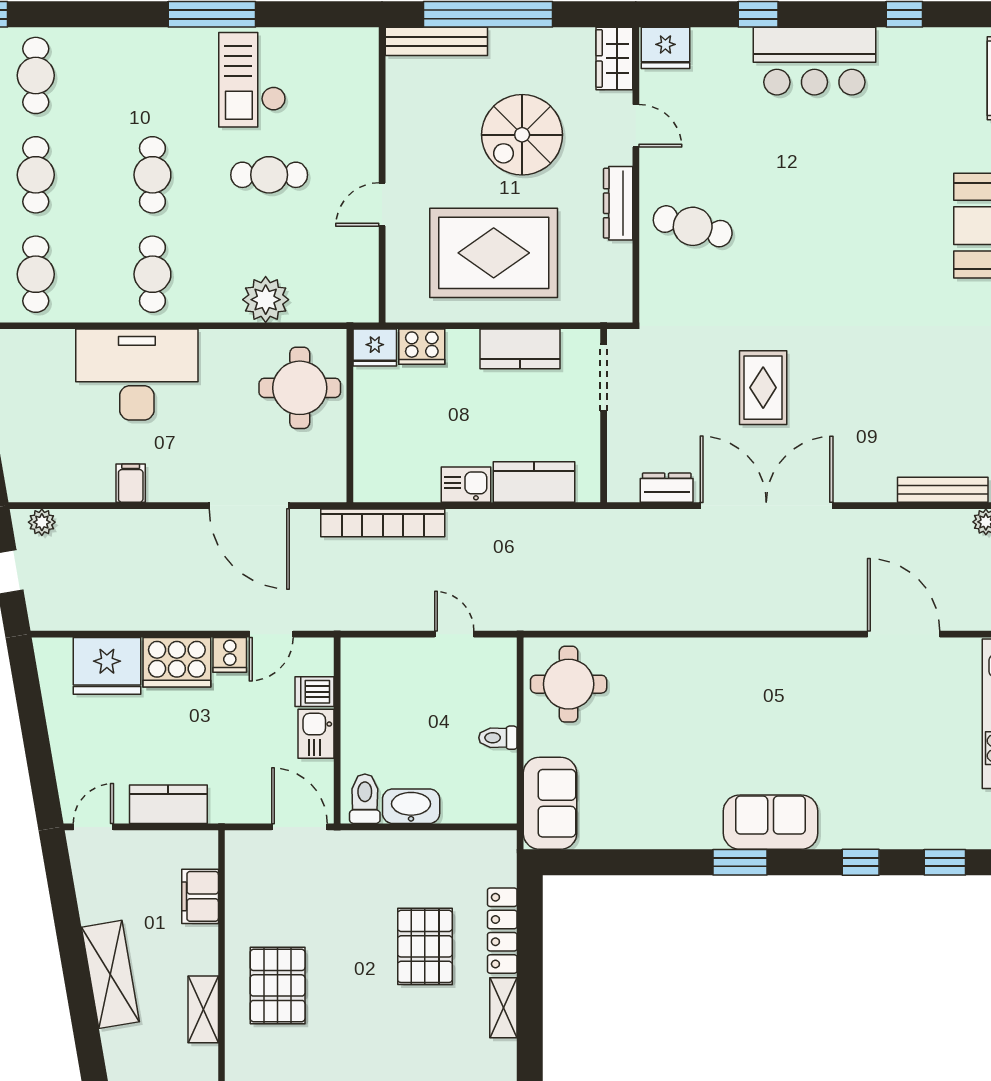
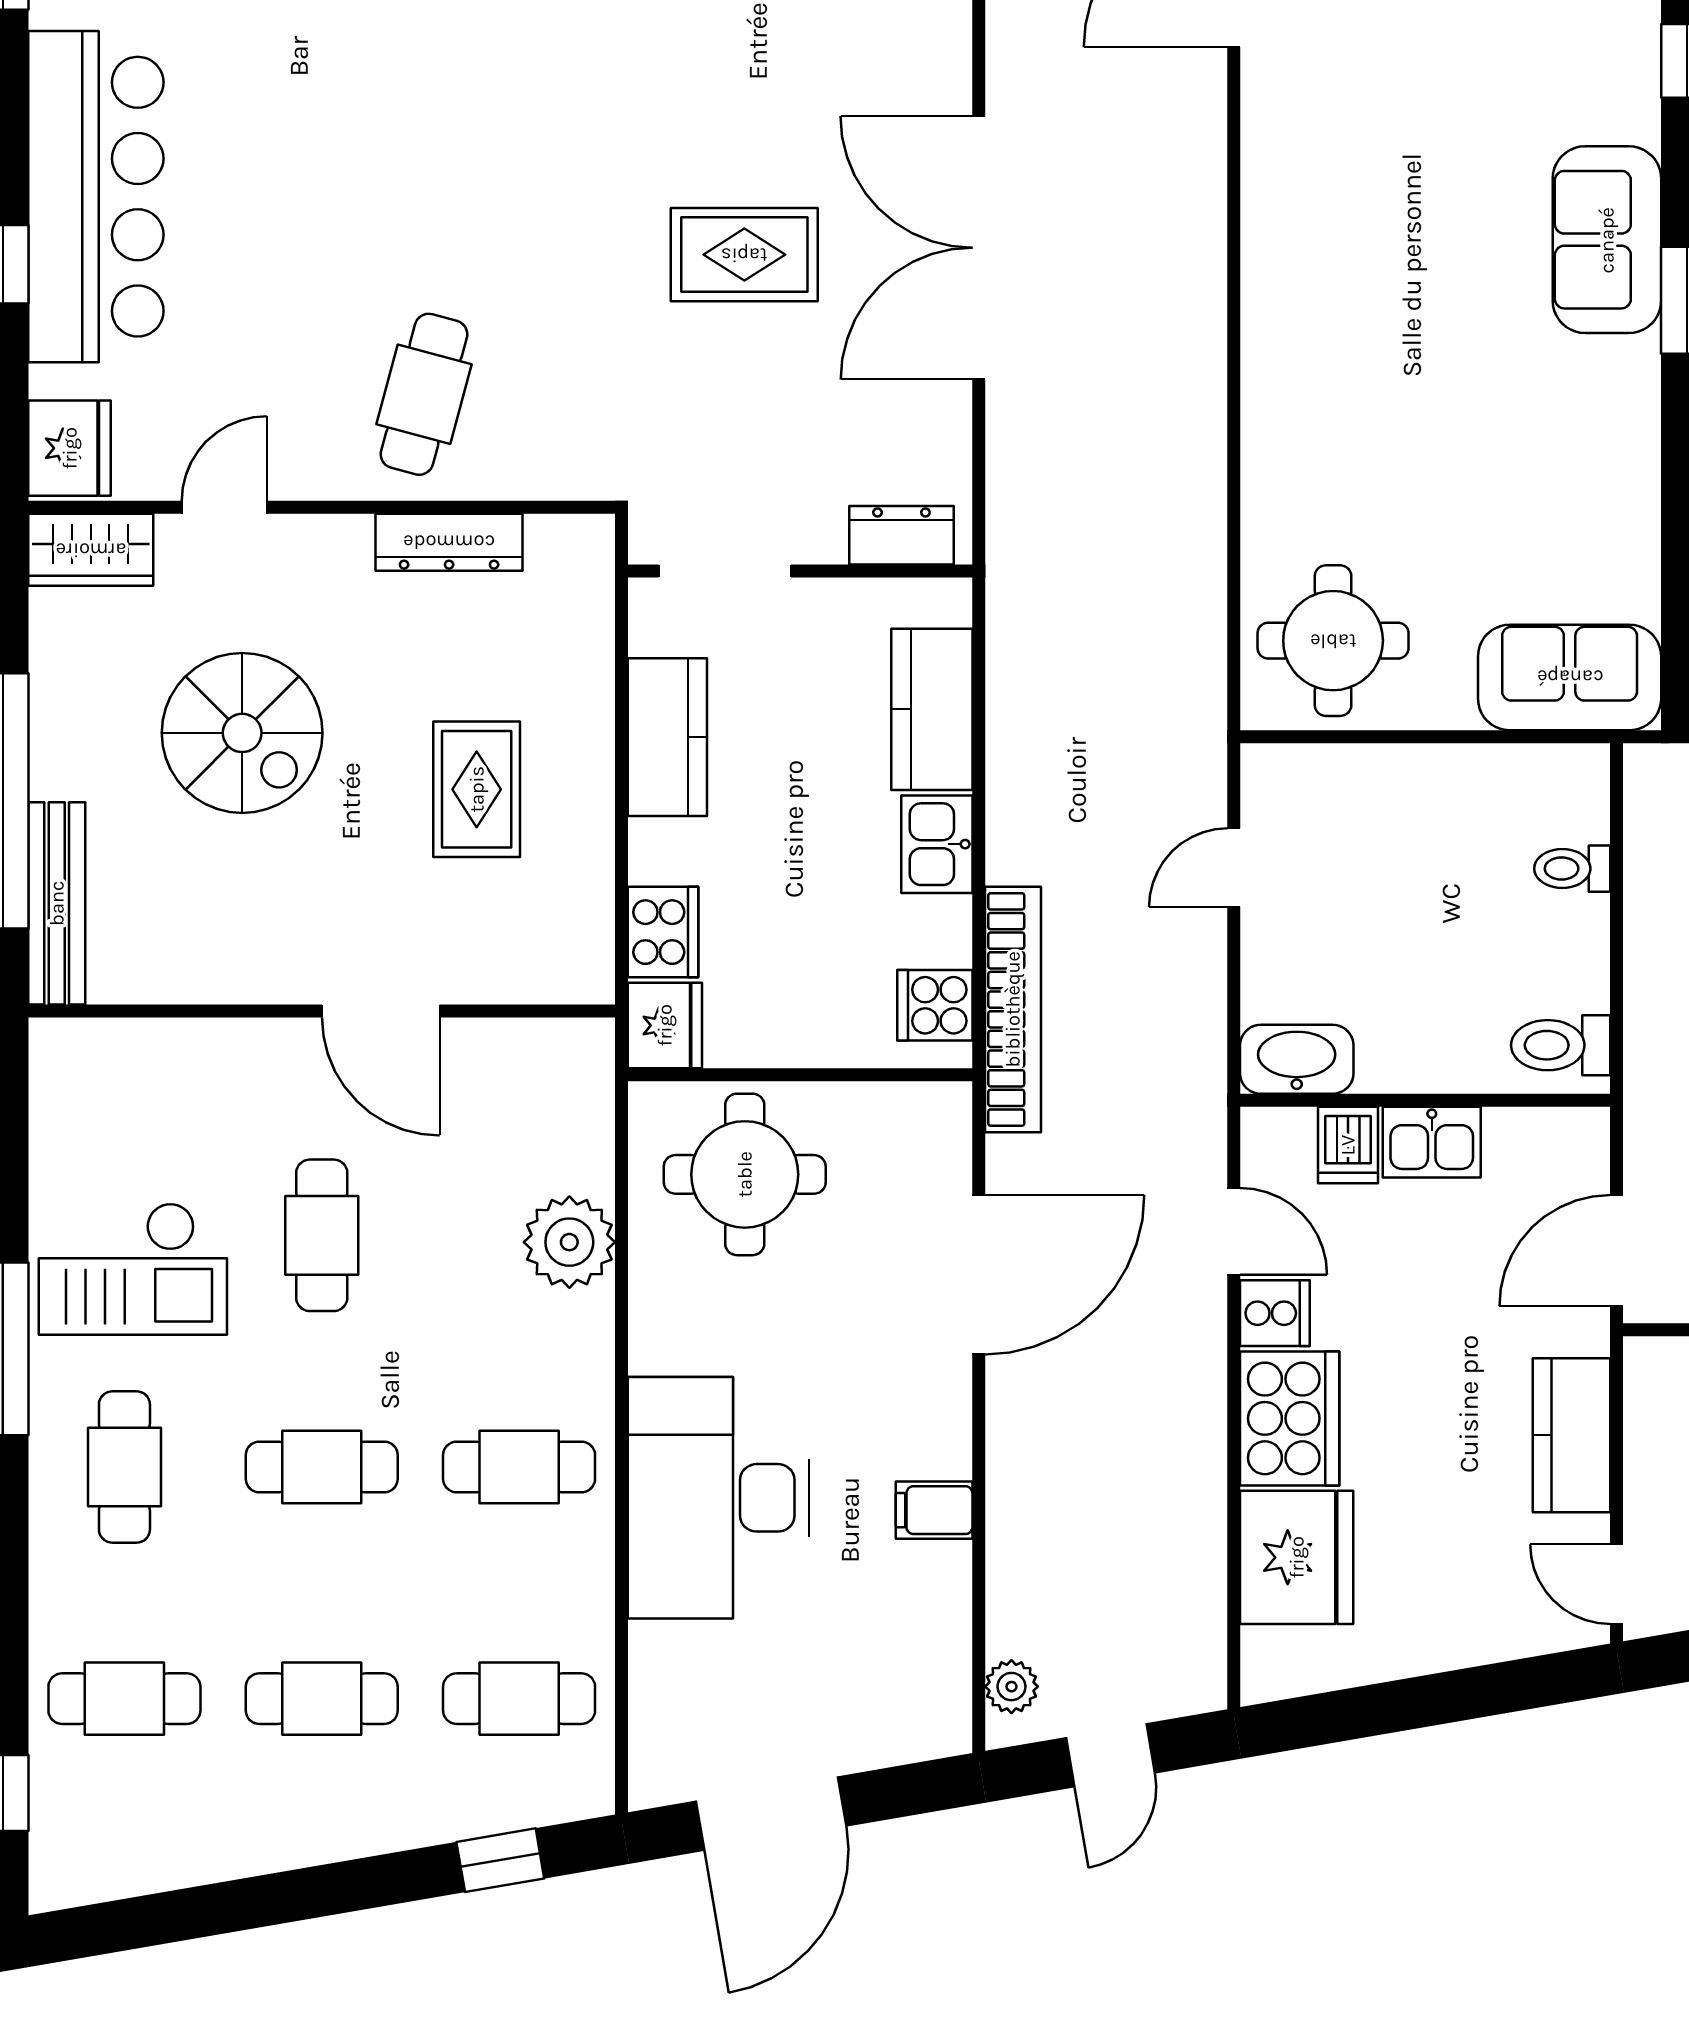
bar counter: (814, 61) -> (96, 197), width x1.36
cafe table: (152, 75) -> (124, 1467), added
dresser: (618, 203) -> (449, 542), moved
door: (382, 205) -> (381, 1011), width x1.38
rug: (494, 253) -> (477, 789), width x0.54, depth x0.49
cooker: (385, 484) -> (935, 1005), added
dresser: (667, 488) -> (901, 535), moved, turned 90
toilet: (498, 738) -> (1572, 869), moved, turned 90
washbasin: (411, 806) -> (1297, 1059), moved, turned 90
door: (299, 827) -> (1616, 1251), moved

